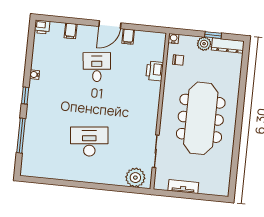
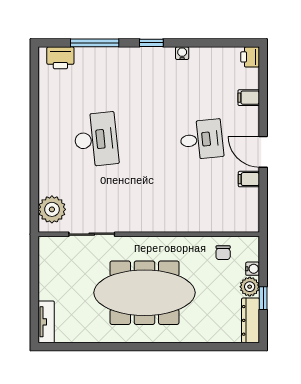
water cooler: (174, 39) -> (253, 269), moved
printer: (155, 71) -> (60, 58), moved, turned 180
tv unit: (183, 187) -> (46, 322), moved

